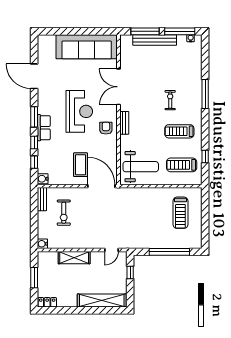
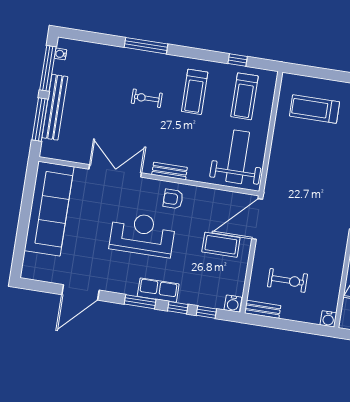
double door: (119, 87) -> (115, 171), swing flipped
treadmill: (180, 213) -> (314, 109), turned 180

